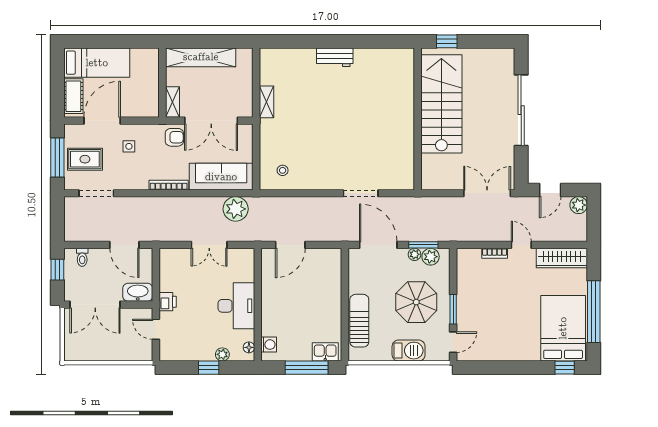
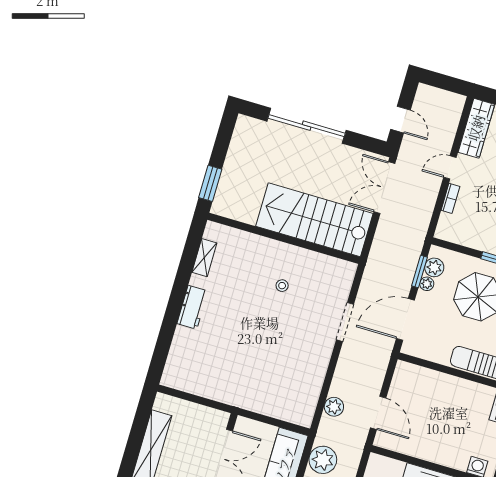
window: (447, 41) -> (210, 183), width x1.50
shelving: (267, 102) -> (204, 258), moved, turned 90
stairs: (441, 104) -> (314, 220), moved
stool: (283, 170) -> (282, 286), moved
plant: (579, 205) -> (334, 407), moved

